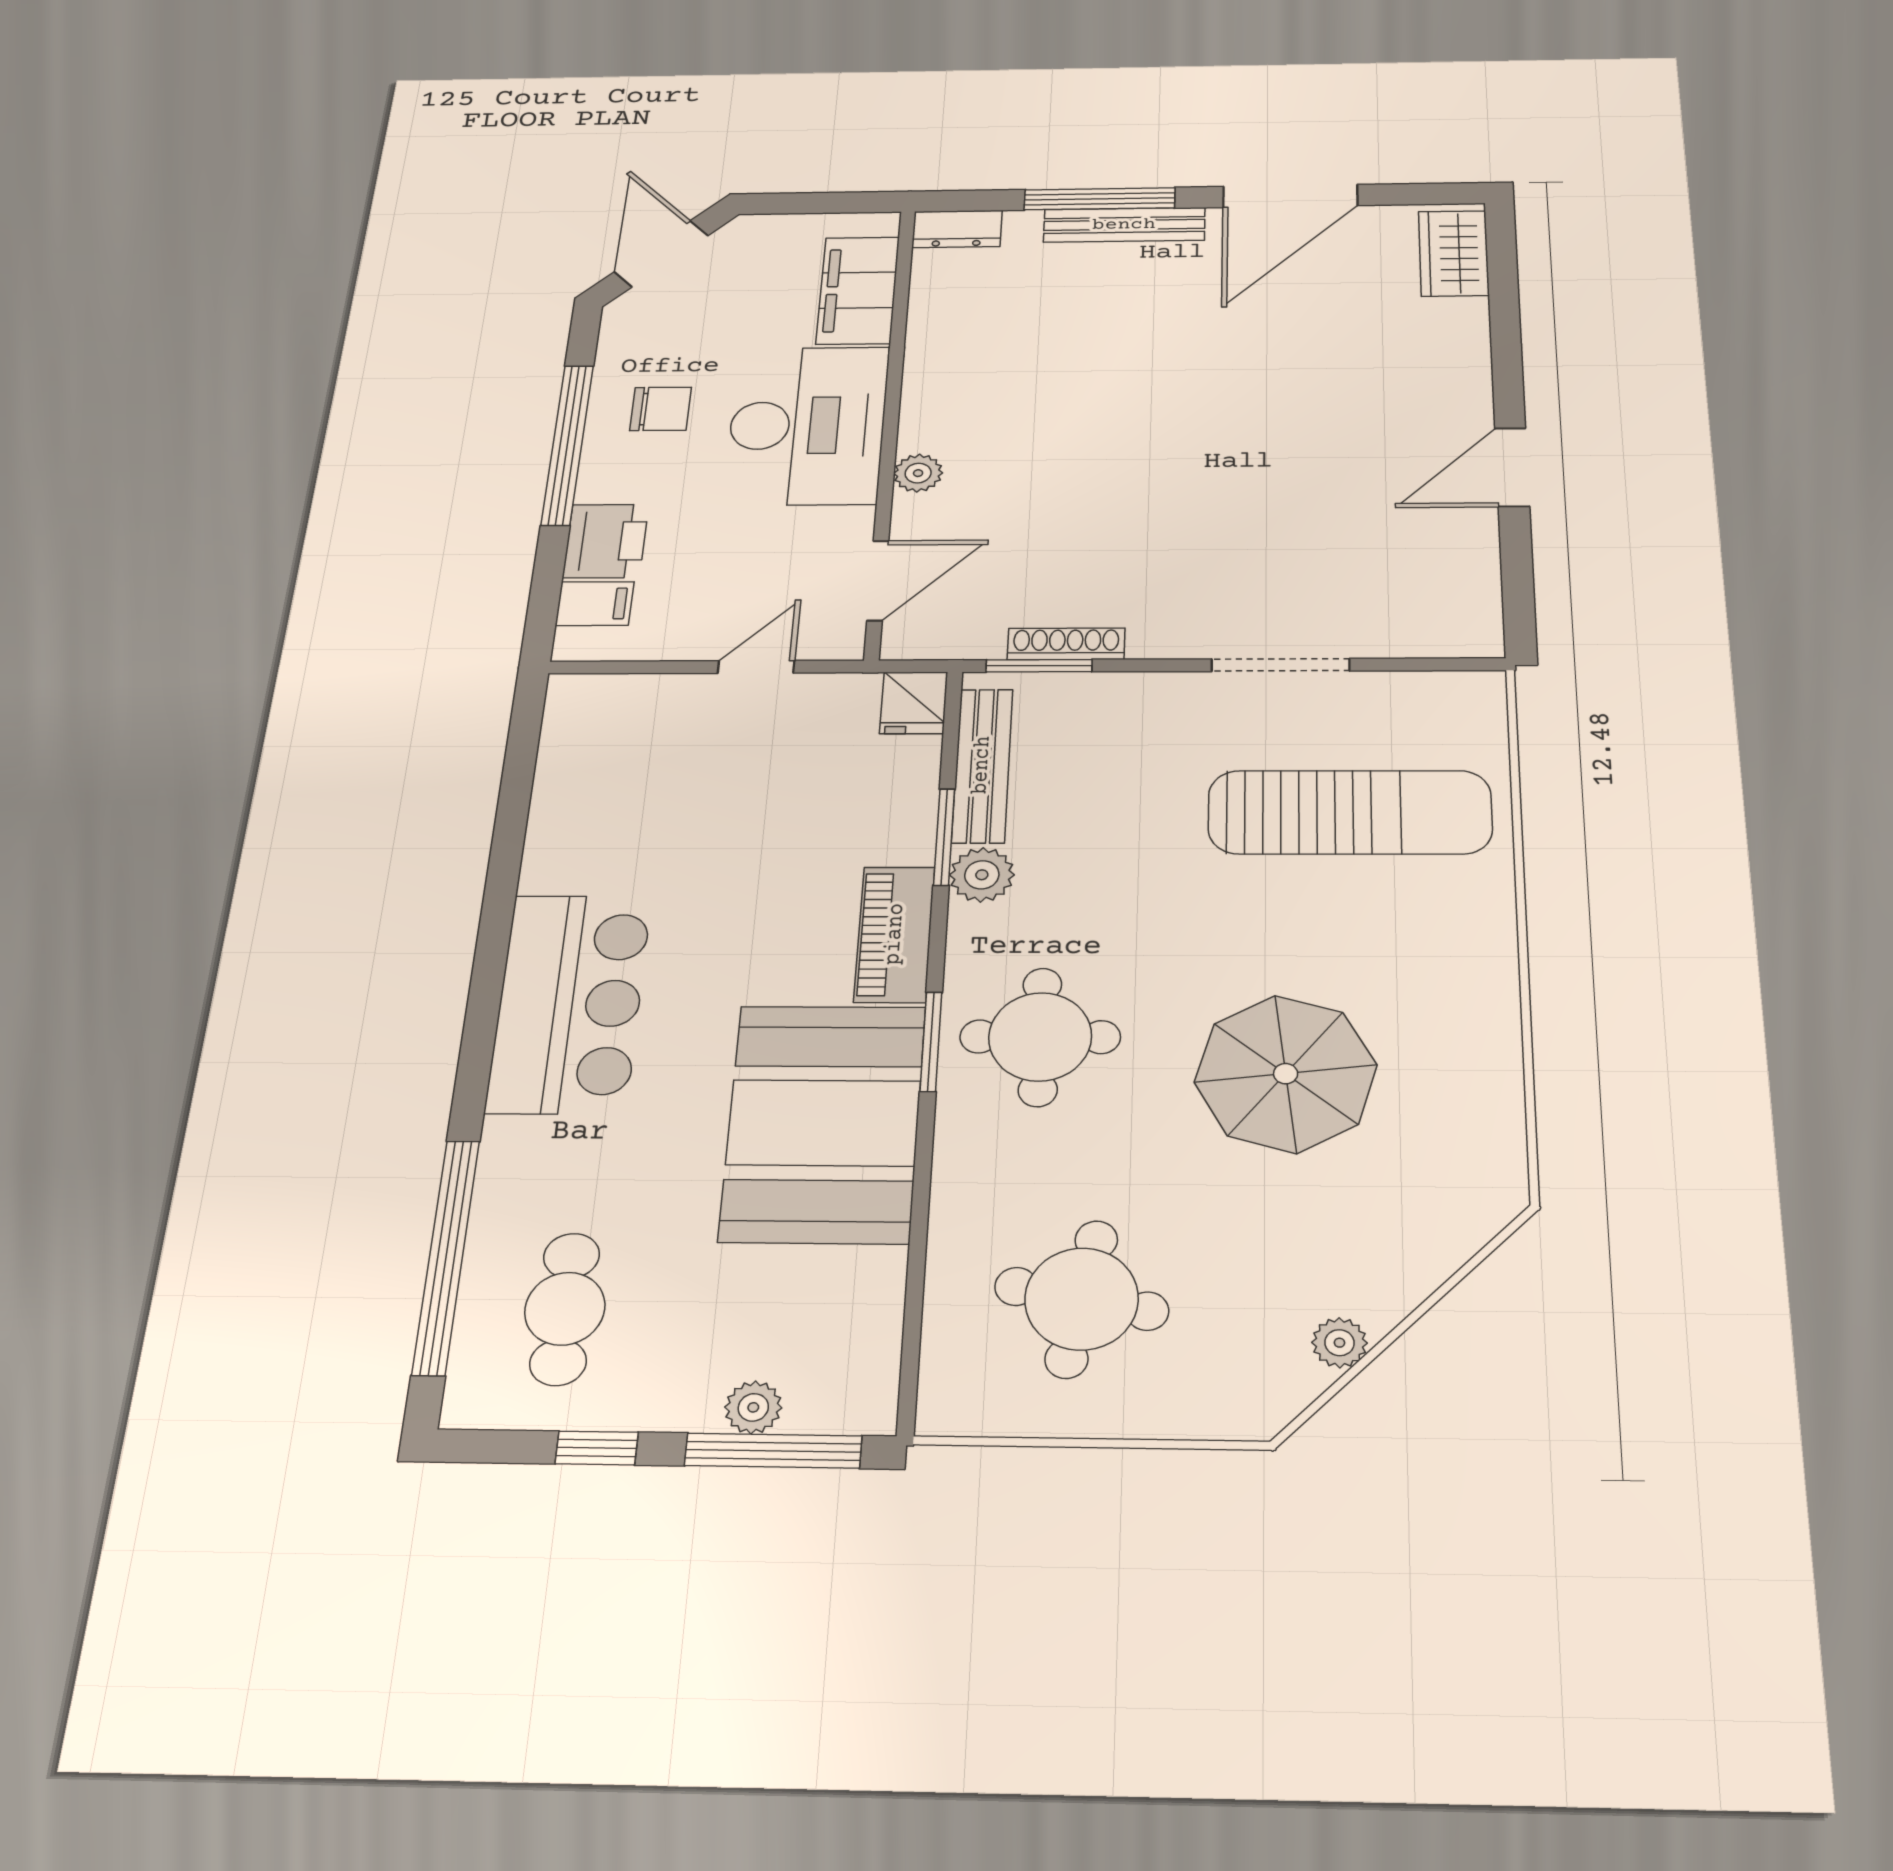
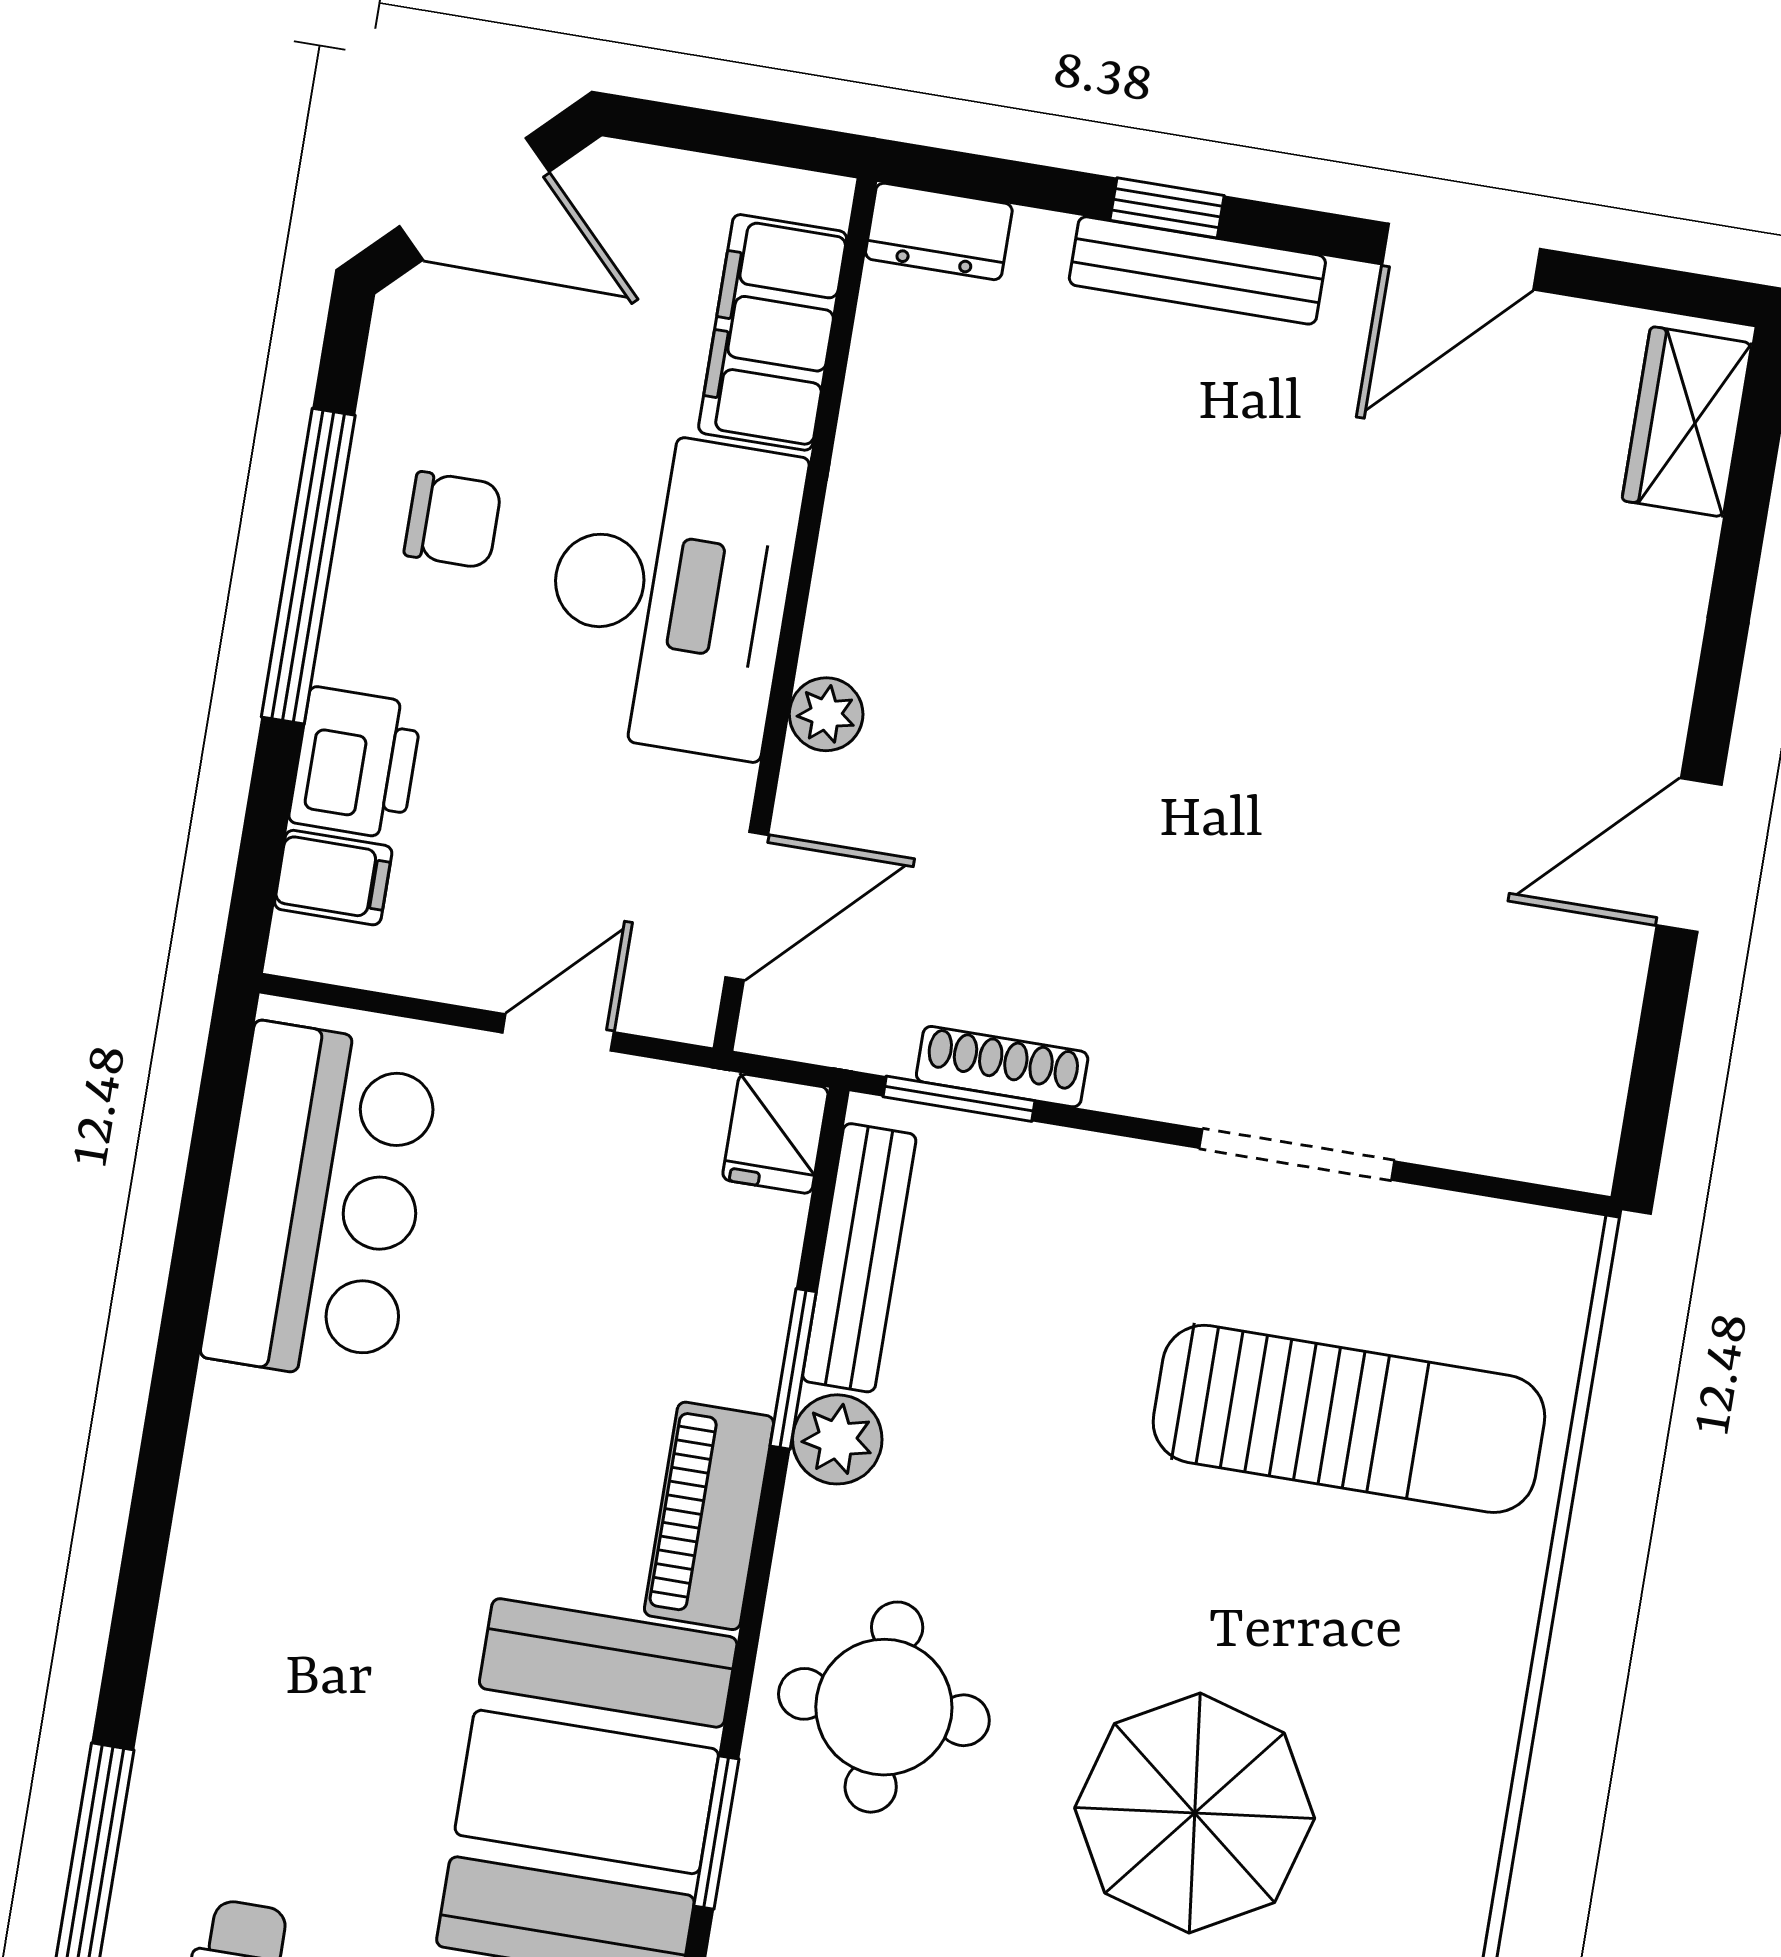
door: (1290, 196) -> (1461, 257), width x0.73
window: (1100, 199) -> (1167, 208), width x0.46
door: (661, 254) -> (474, 199), swing flipped
bar counter: (569, 1003) -> (321, 1203), moved
window: (931, 1042) -> (716, 1833), moved

